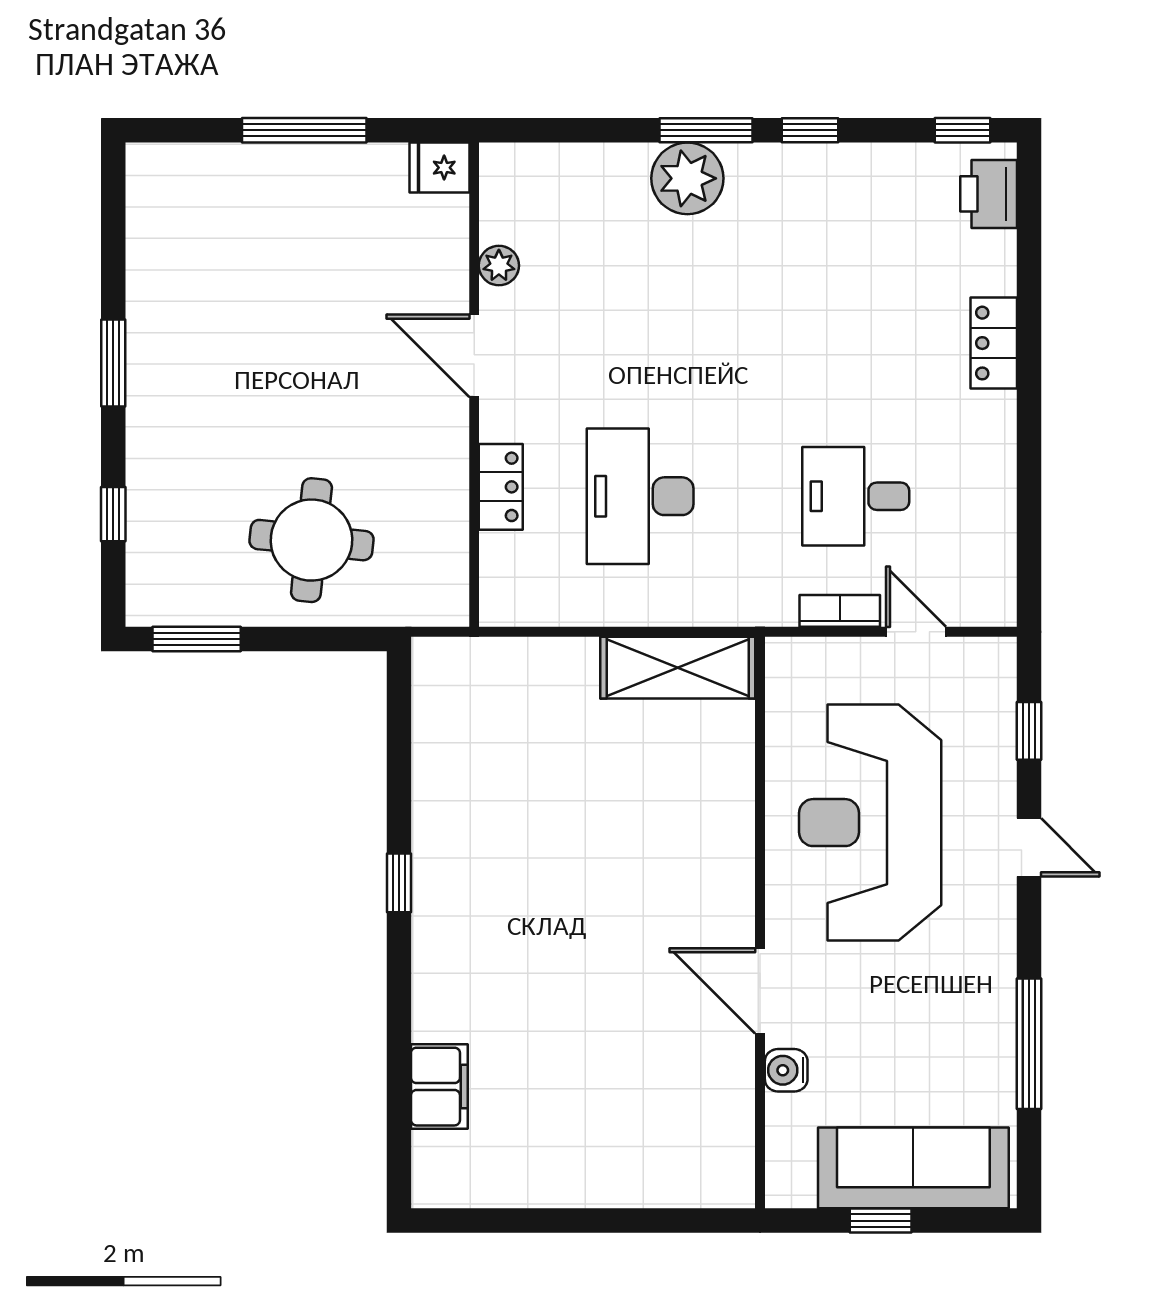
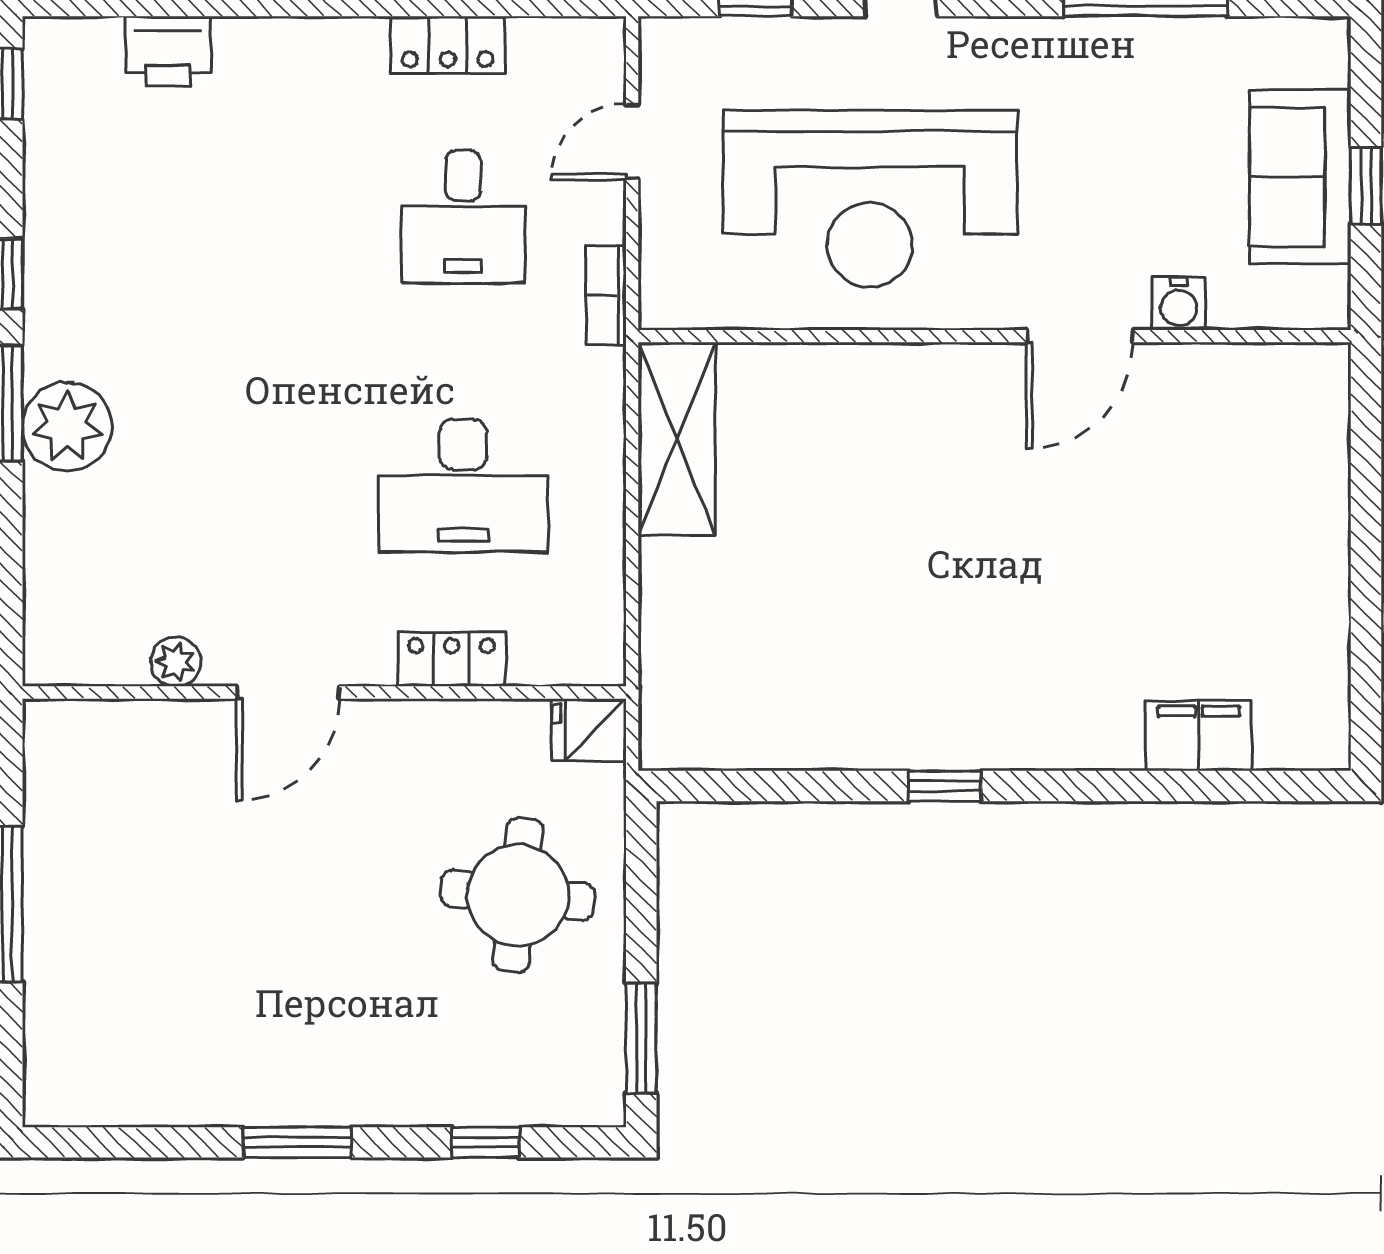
fridge: (439, 168) -> (589, 730), moved, turned 90
printer: (989, 194) -> (168, 51), moved
locker: (994, 343) -> (448, 45), moved
bookcase: (840, 611) -> (606, 295), moved
sofa: (913, 1168) -> (1300, 177), width x0.73

